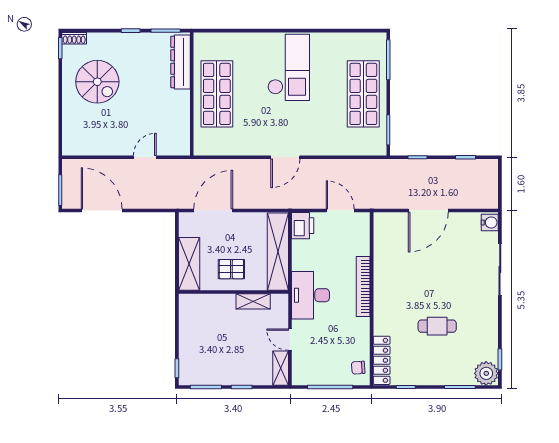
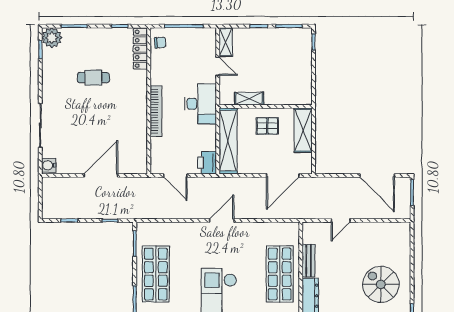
bench: (183, 110) -> (308, 261), added

